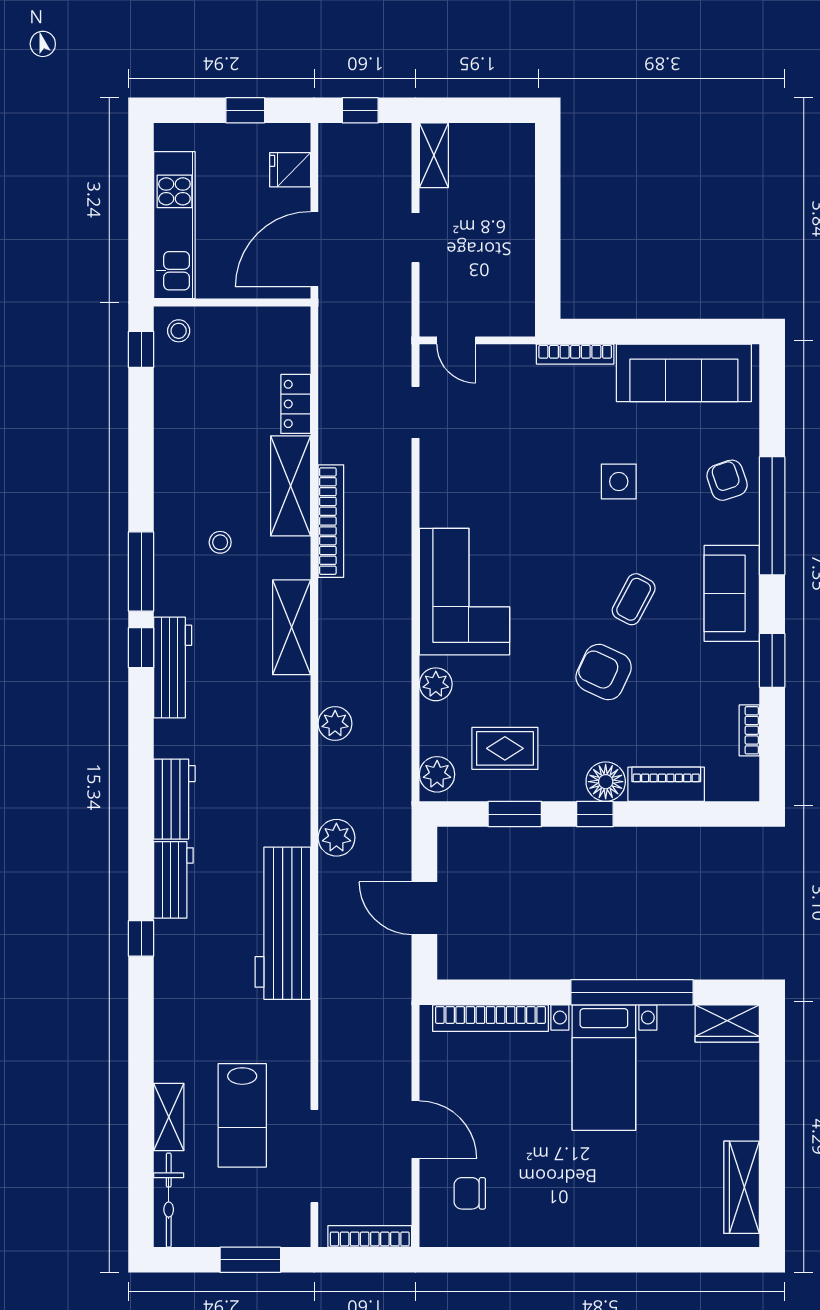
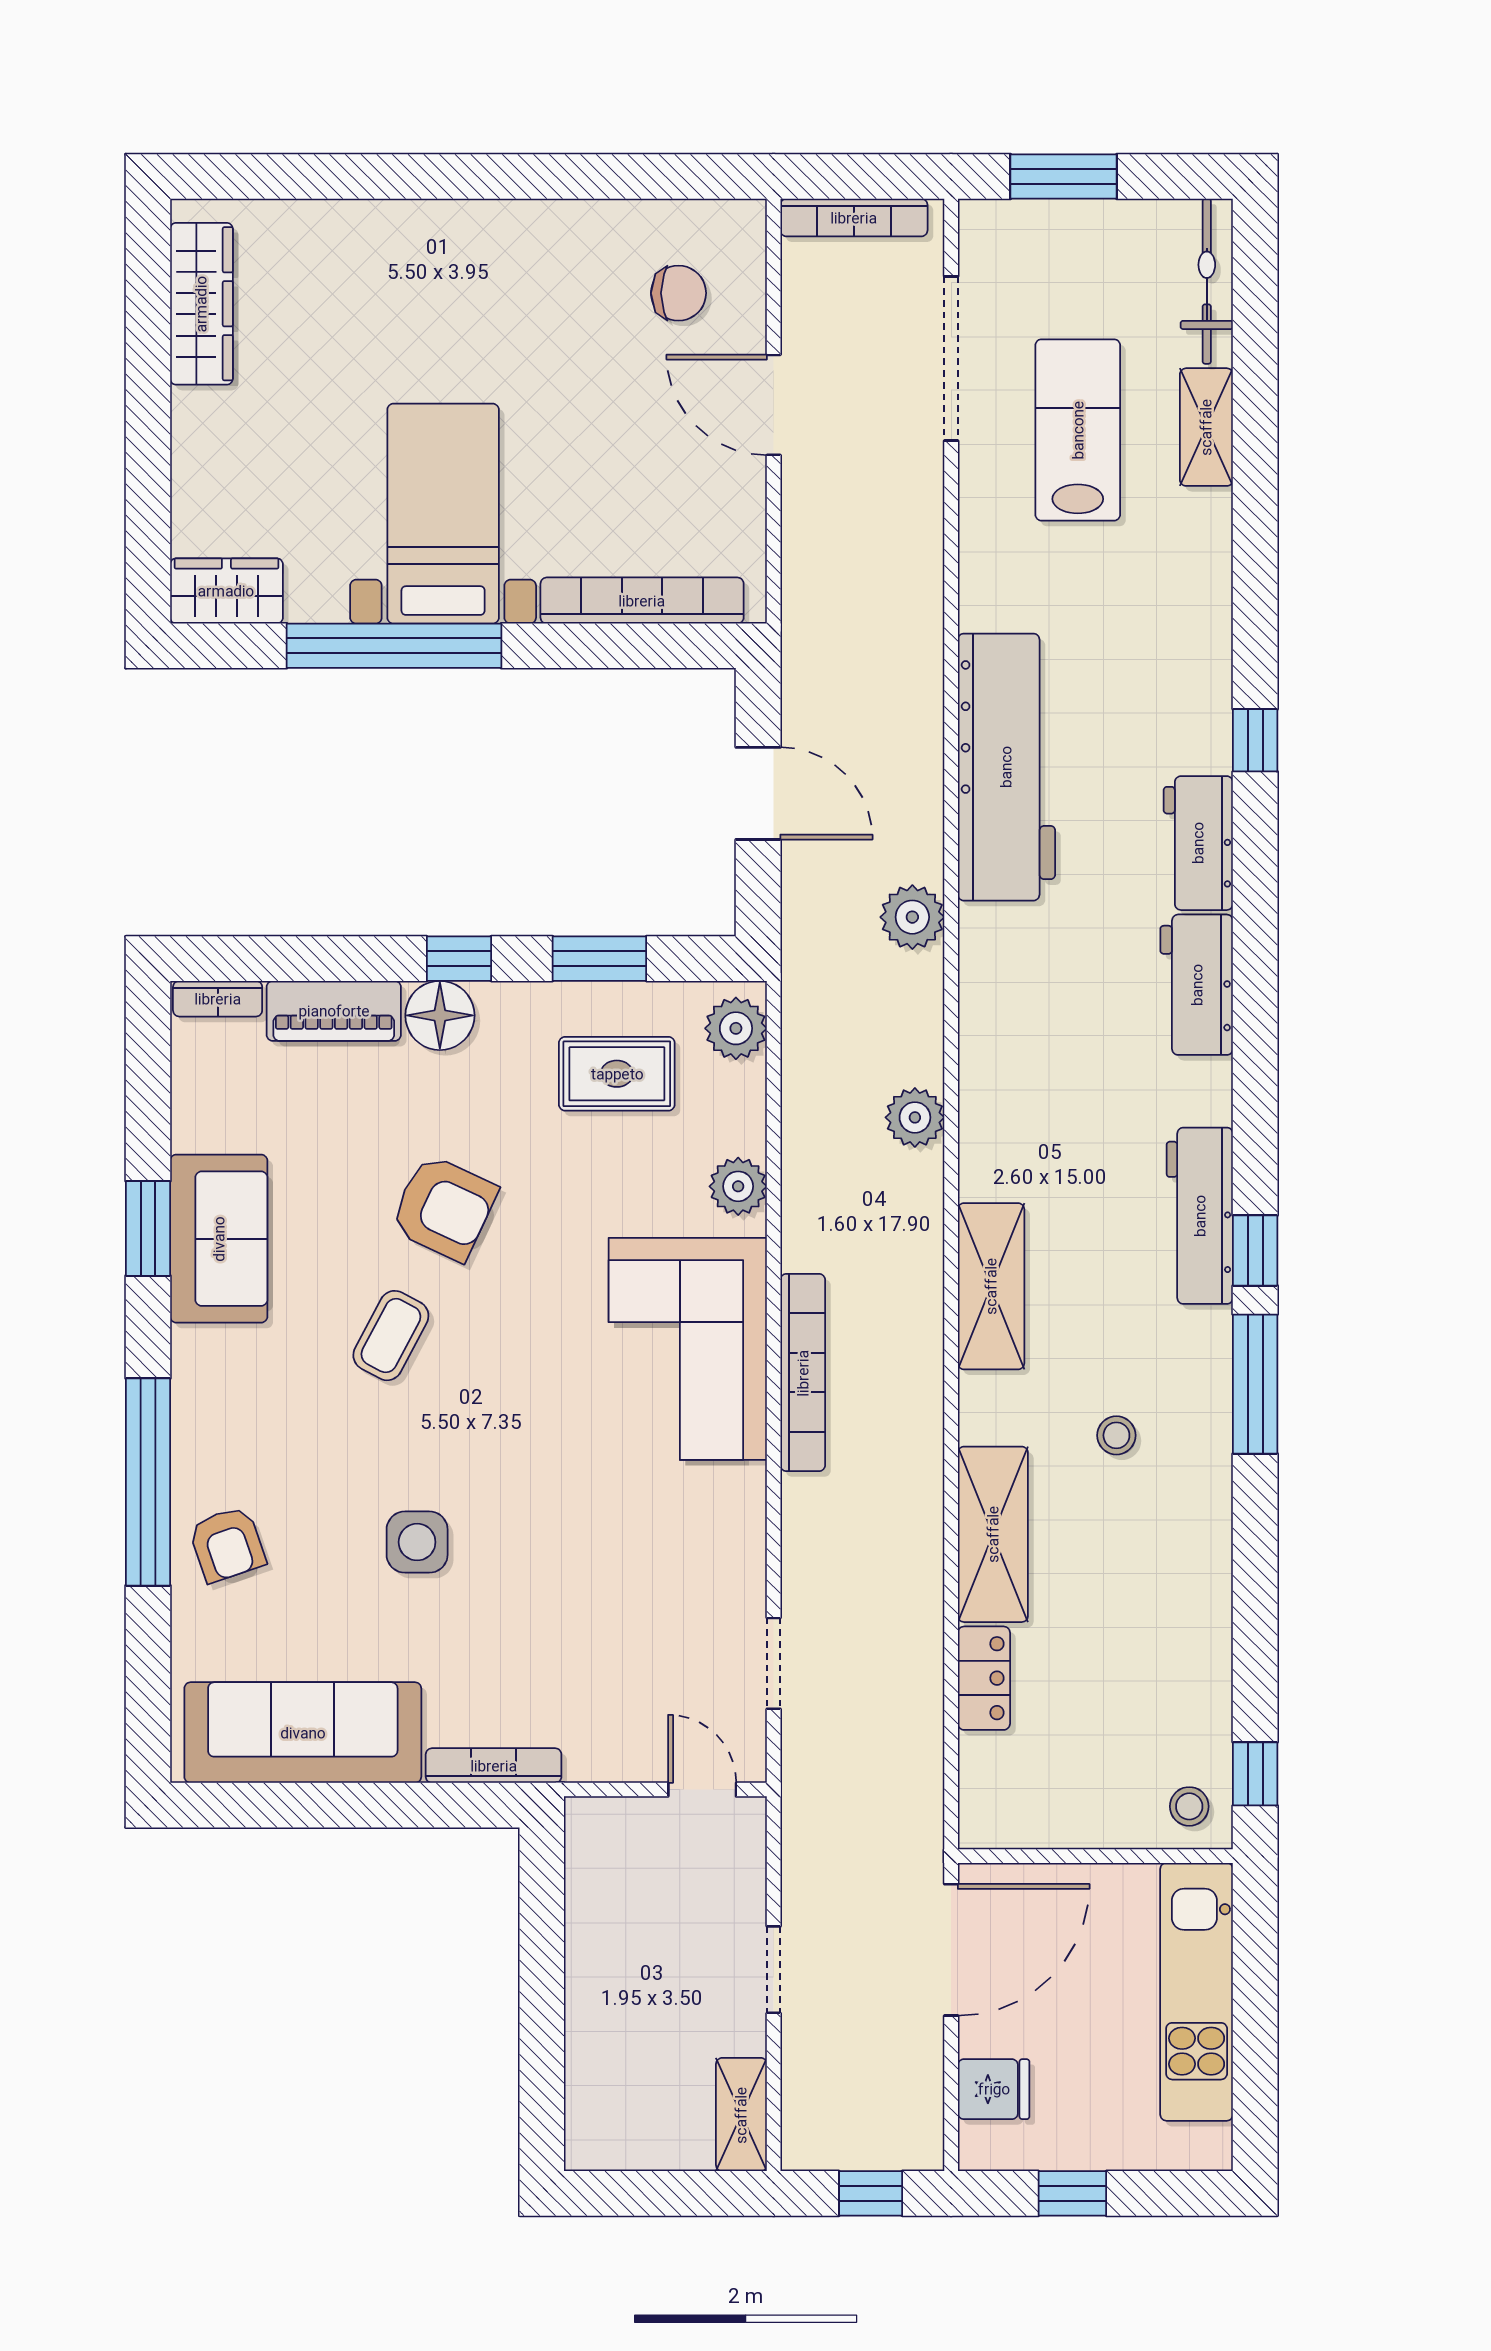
bookcase: (331, 521) -> (803, 1373), moved, turned 180
sofa: (732, 593) -> (219, 1239), moved
bookcase: (749, 730) -> (218, 999), moved, turned 90

